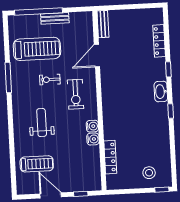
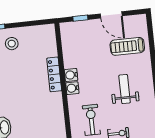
weight bench: (42, 123) -> (125, 89), turned 180
locker: (110, 157) -> (54, 74), moved

